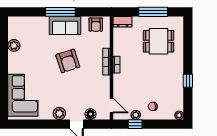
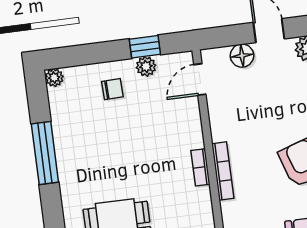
window: (188, 81) -> (45, 153), width x2.17
door: (111, 106) -> (200, 79), hinge flipped

